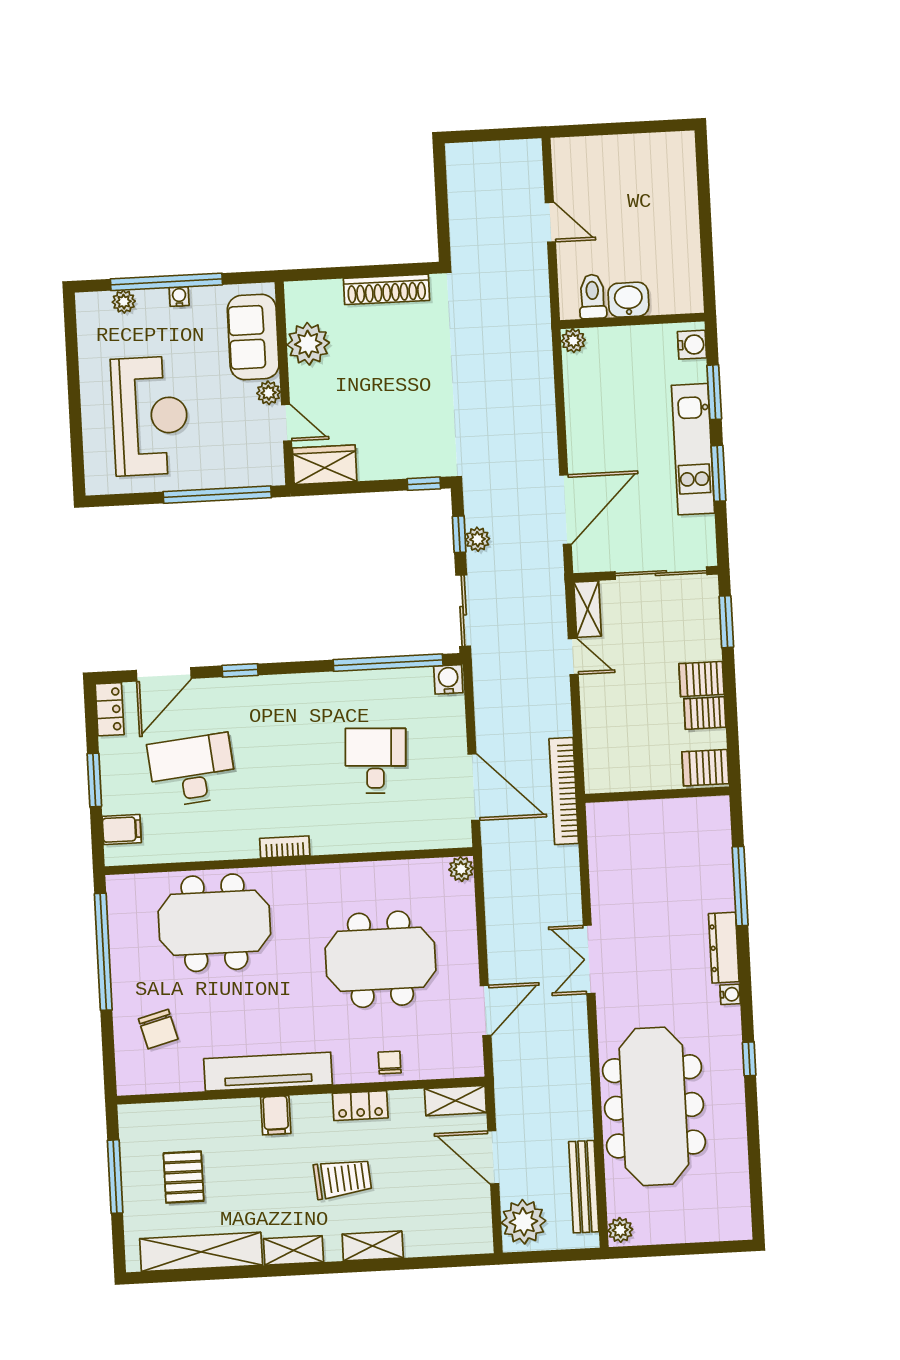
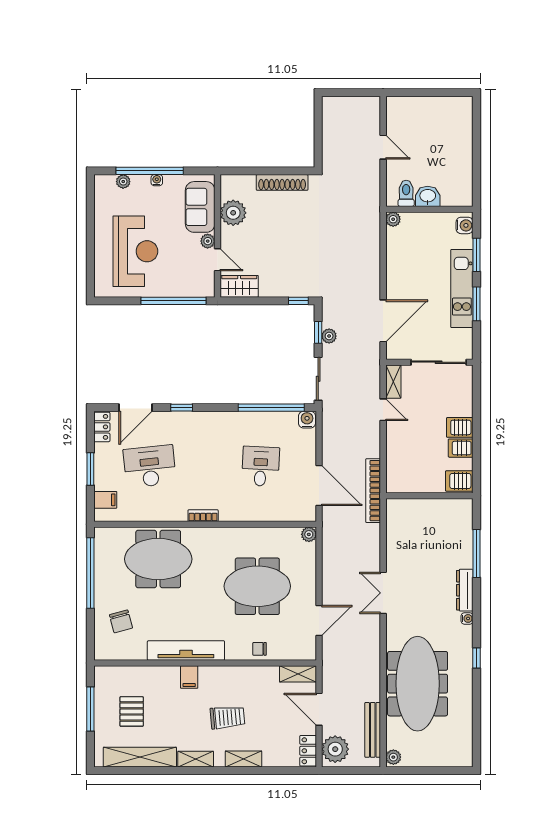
window: (726, 622) -> (477, 394), removed
chair: (390, 1062) -> (260, 649), turned -90
locker: (360, 1106) -> (308, 751), moved, turned 90

